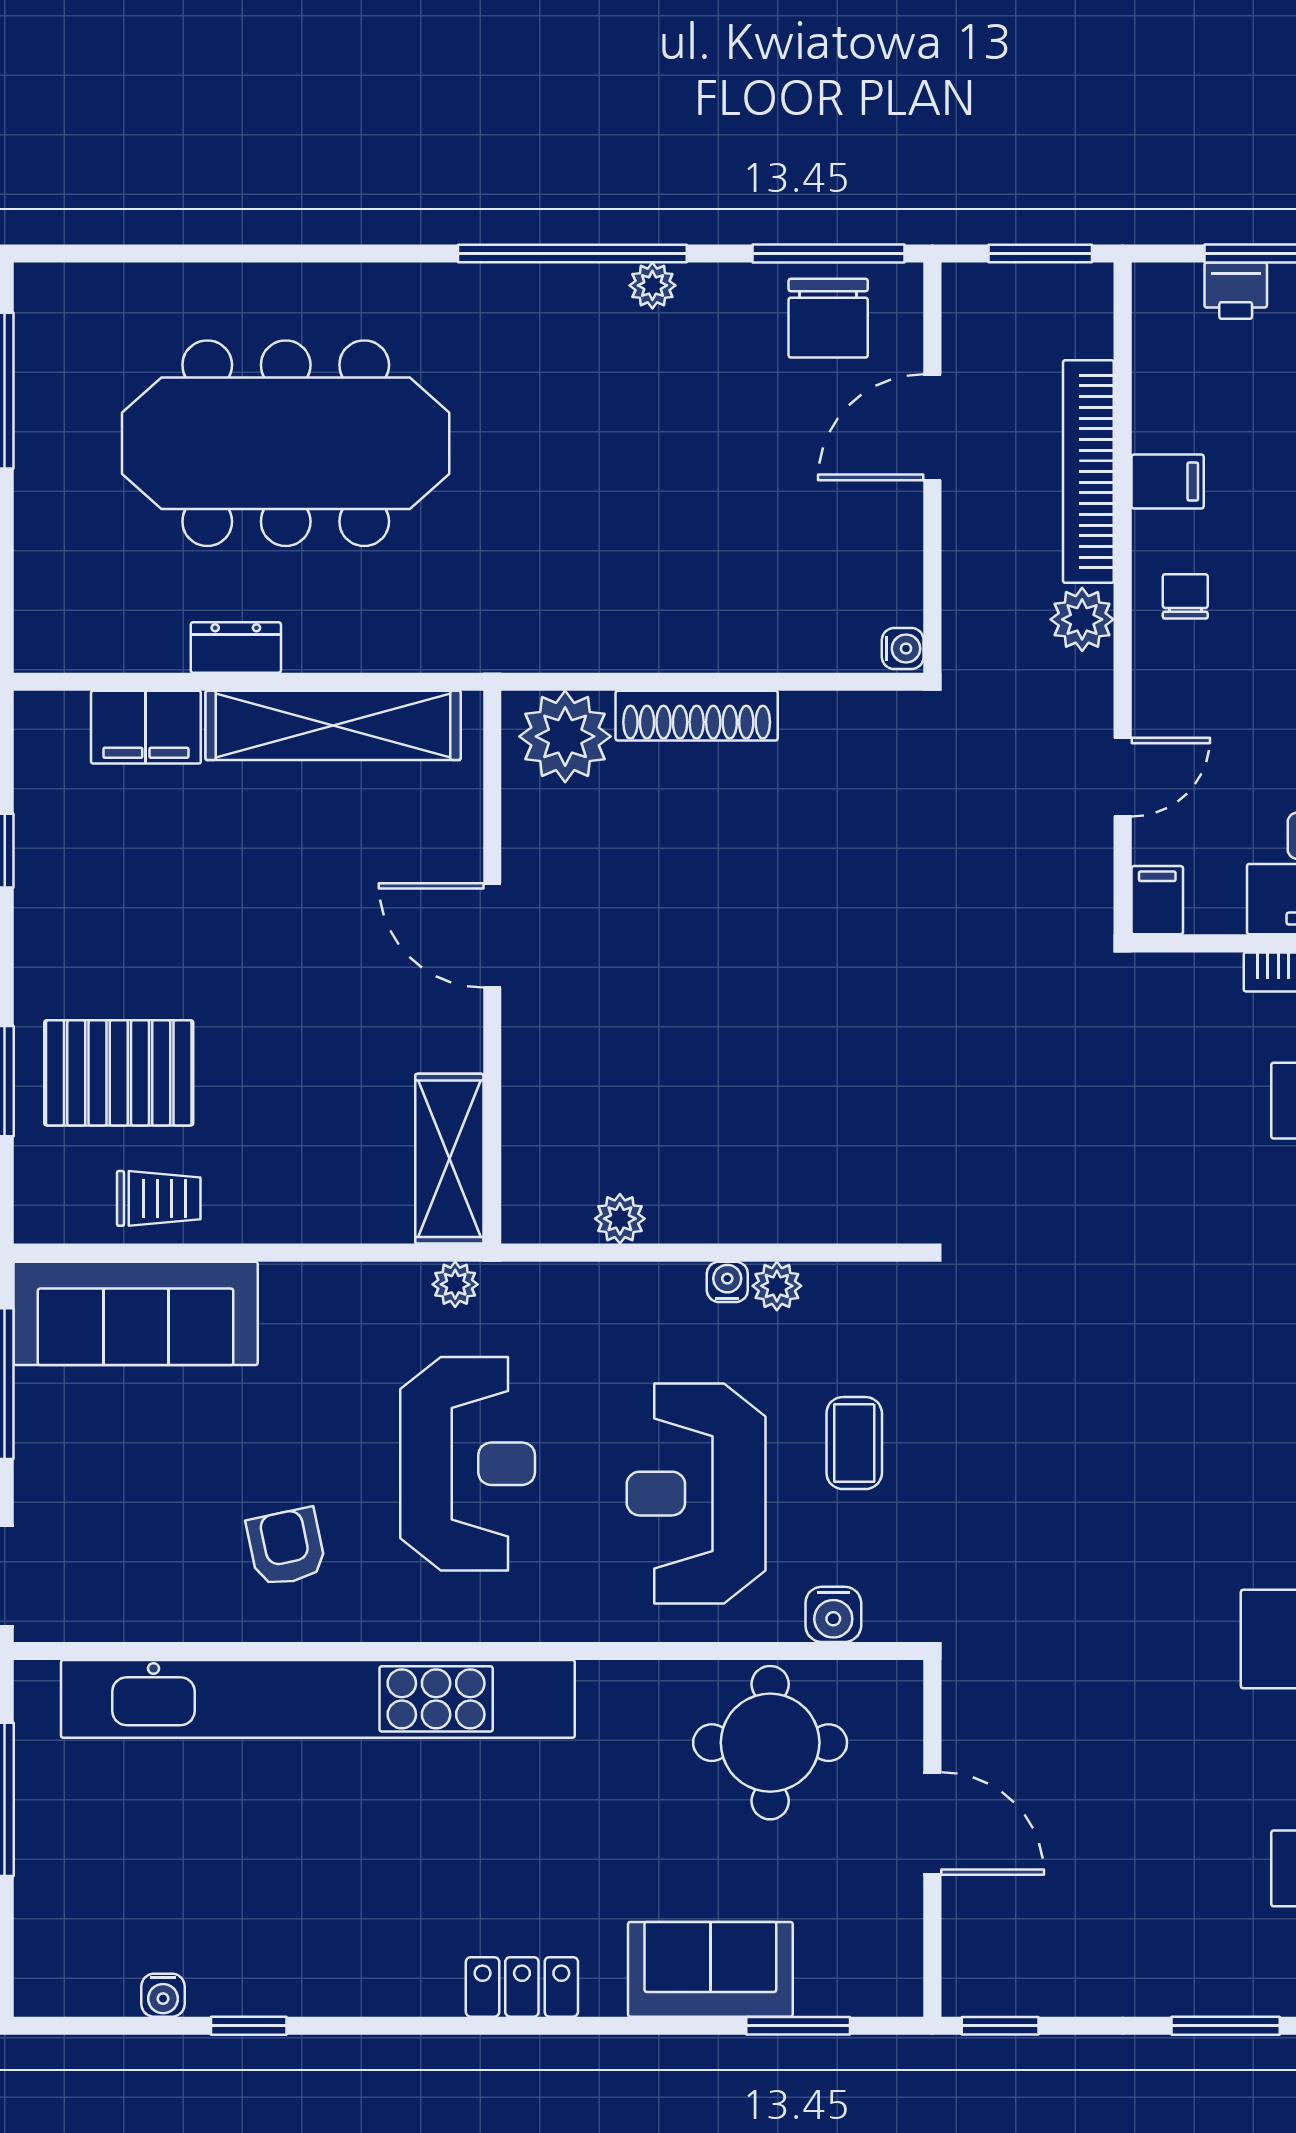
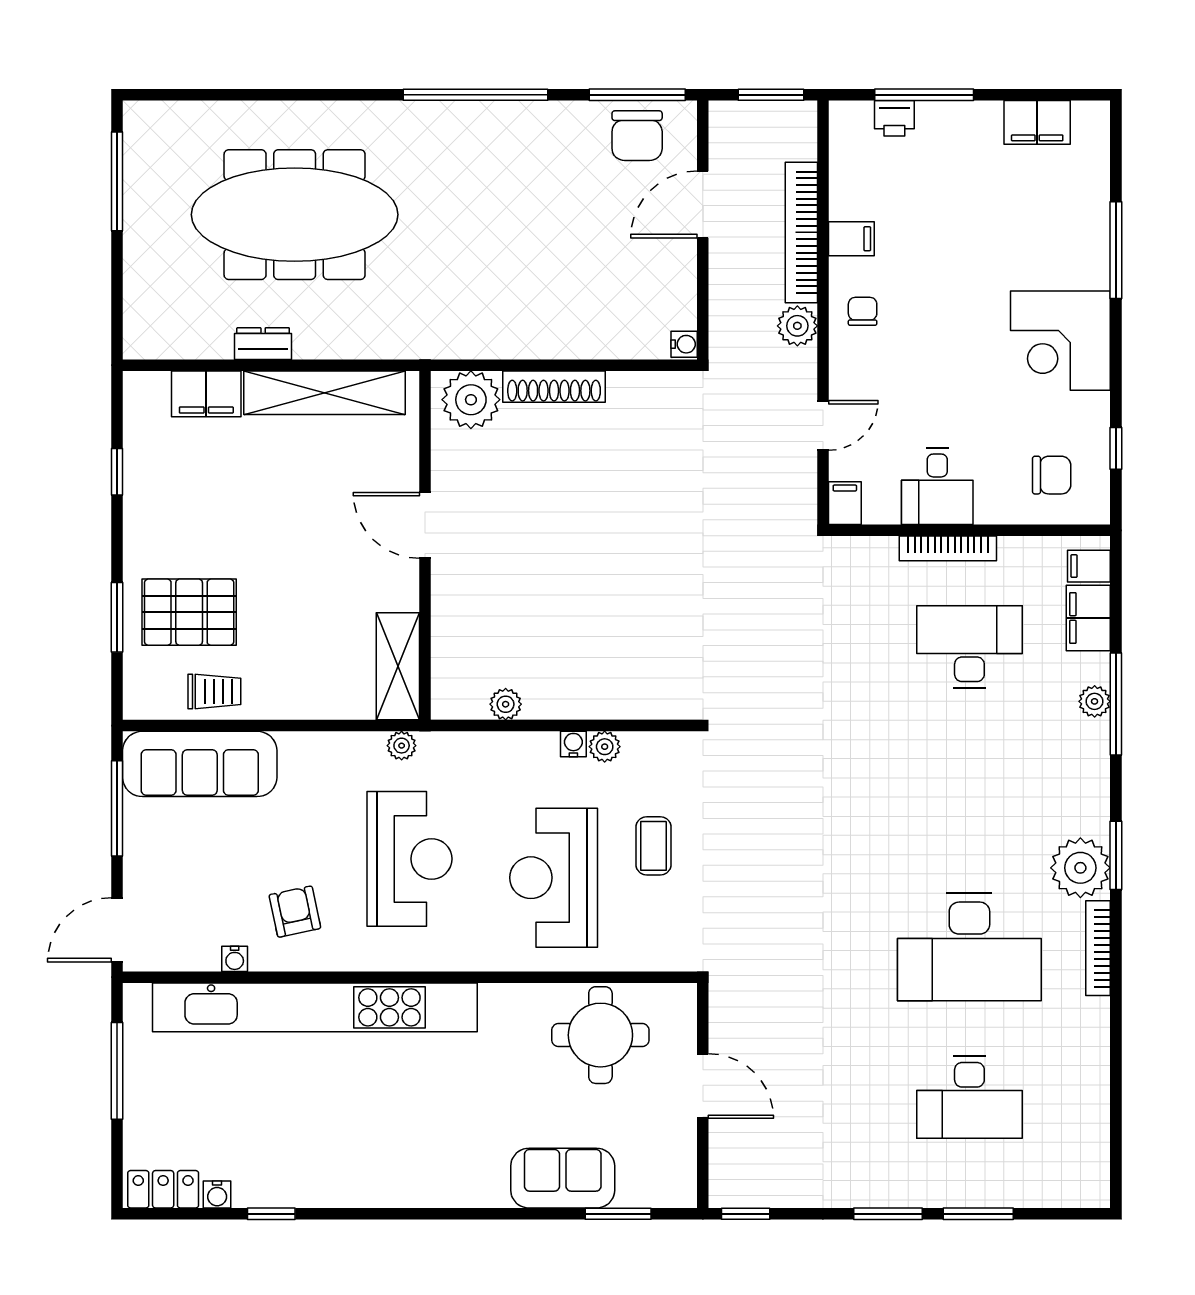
plant: (652, 285) -> (526, 115), removed
water cooler: (833, 1614) -> (235, 959), moved, width x0.72, depth x0.72
locker: (522, 1987) -> (163, 1189), moved

